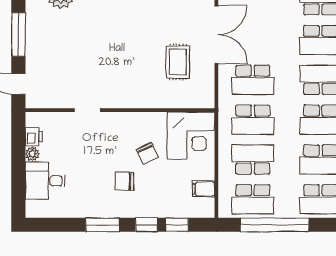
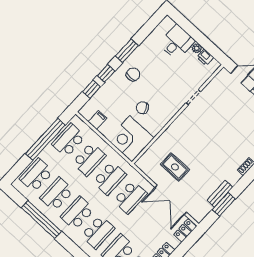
school desk: (253, 80) -> (130, 197), turned 180
school desk: (253, 120) -> (110, 178), turned 180
chair: (124, 181) -> (133, 74), moved

